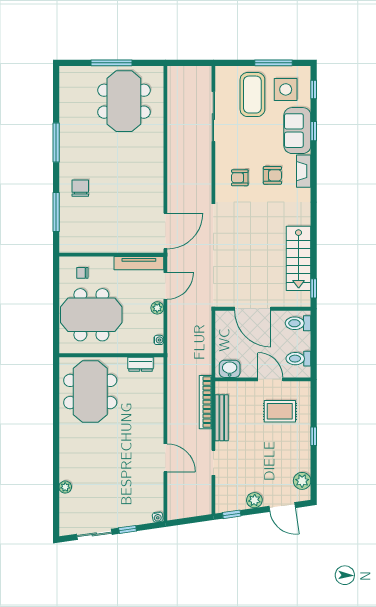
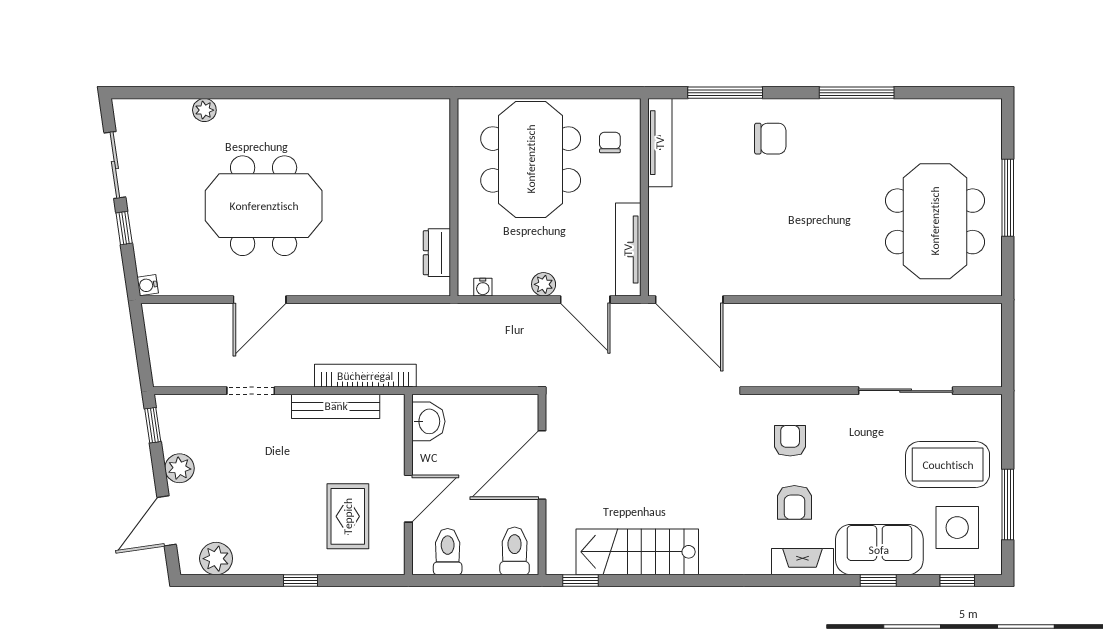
meeting table: (124, 101) -> (935, 221), turned 90
tv unit: (82, 247) -> (660, 143), added
meeting table: (90, 391) -> (264, 206), moved

